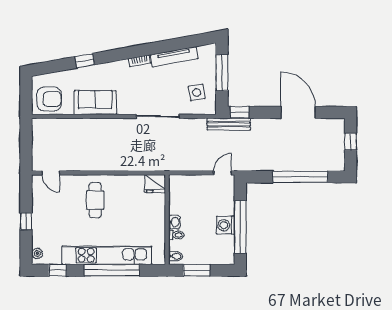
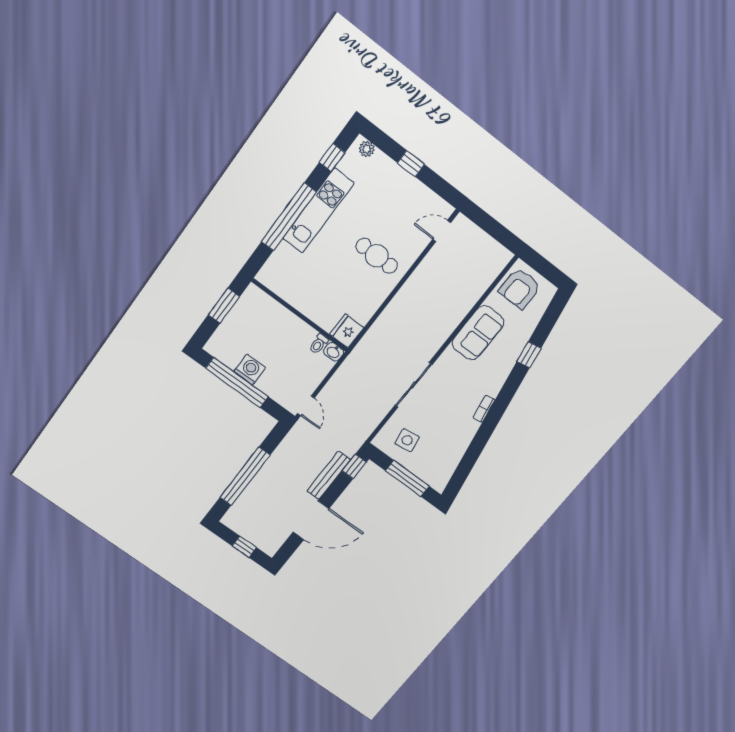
tv unit: (174, 57) -> (460, 445), removed
bench: (229, 124) -> (329, 475), moved
washbasin: (174, 222) -> (334, 352), moved
toilet: (176, 235) -> (319, 344), moved
kitchen unit: (107, 255) -> (318, 211), width x0.73
bidet: (176, 256) -> (254, 295), removed

